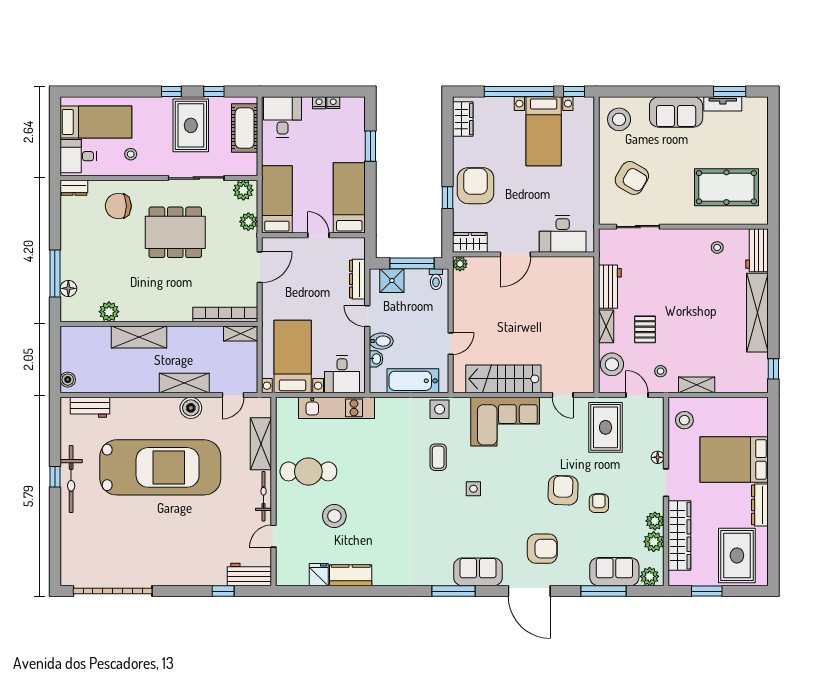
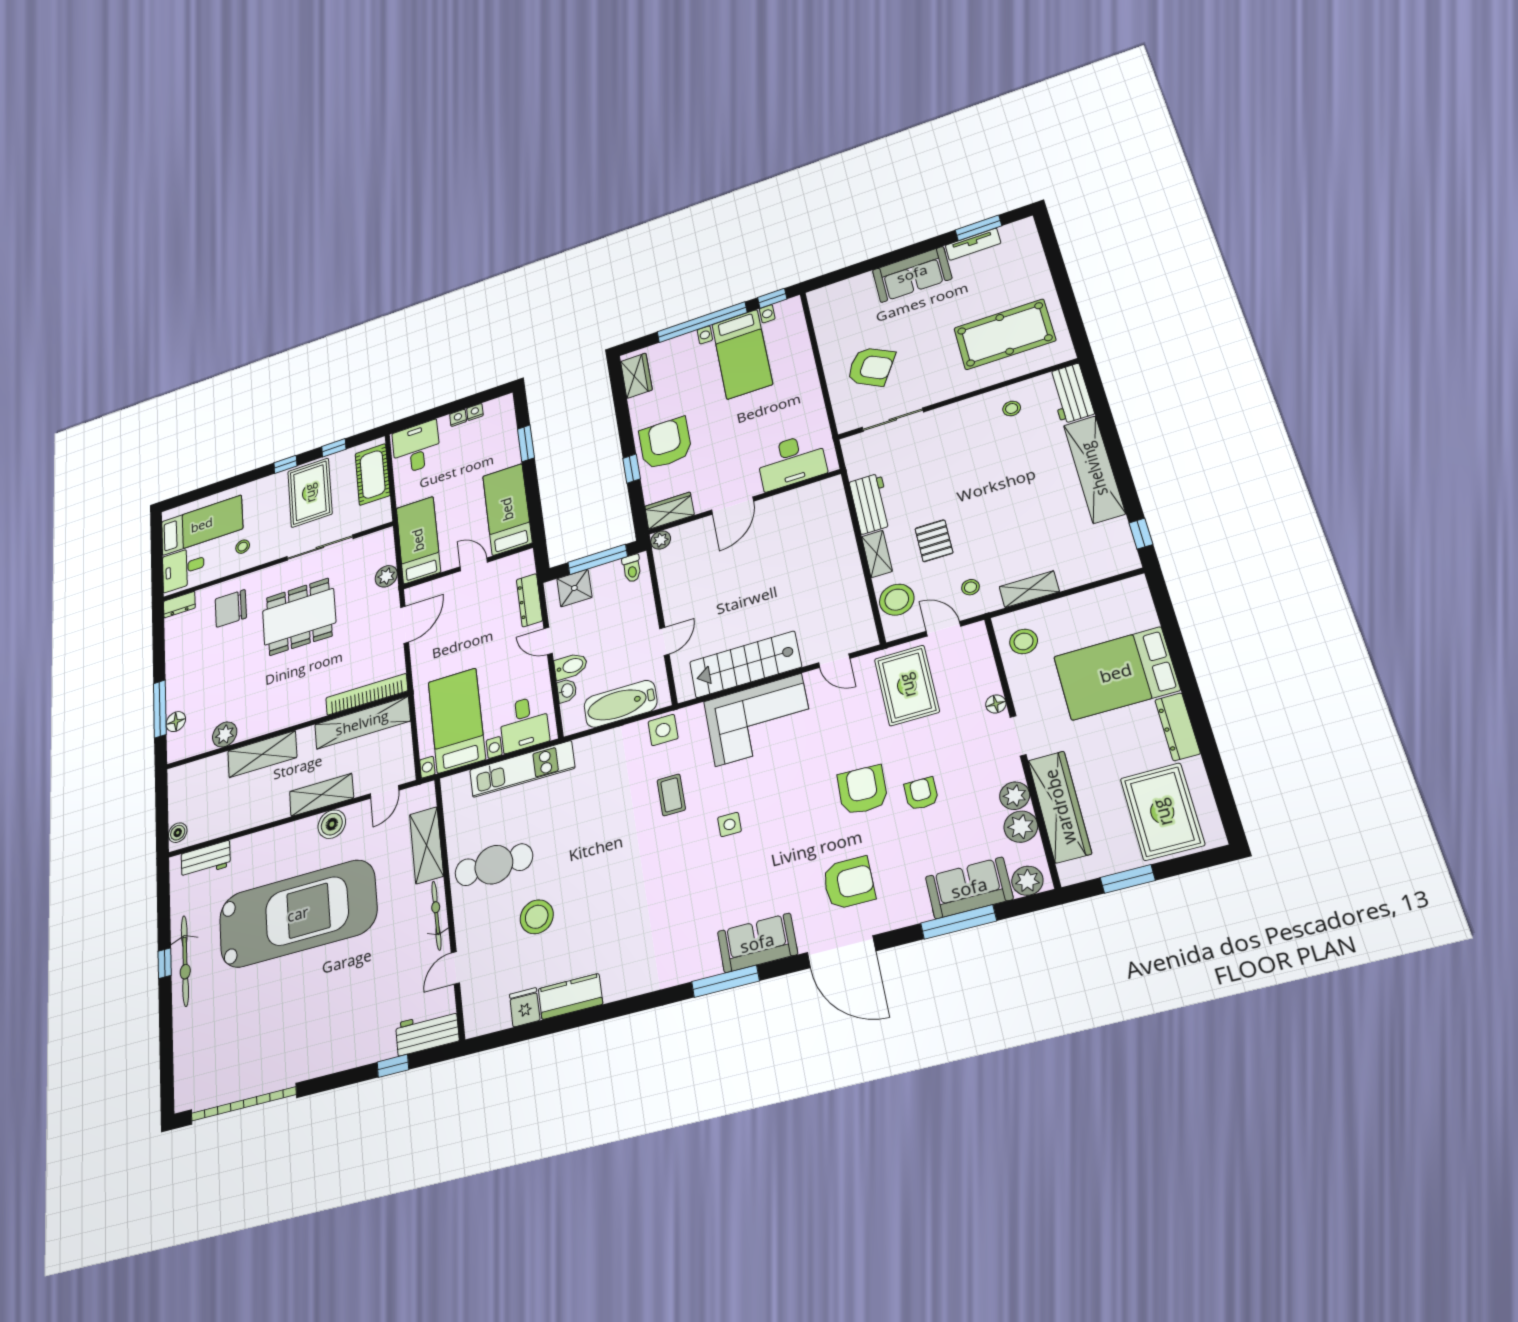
stool: (619, 119) -> (838, 308), removed
plant: (243, 190) -> (377, 543), removed
shelving: (241, 334) -> (362, 723), width x2.20, depth x1.33

